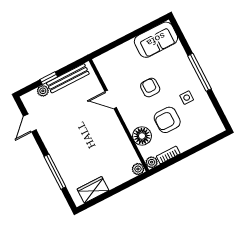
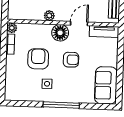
tv unit: (105, 71) -> (104, 32), added
floor lamp: (142, 136) -> (60, 33), moved
plant: (138, 169) -> (49, 16), moved

